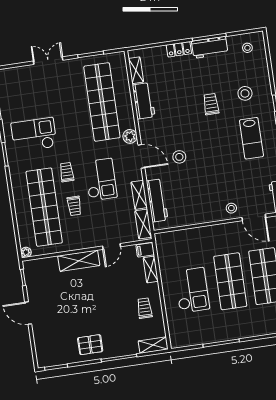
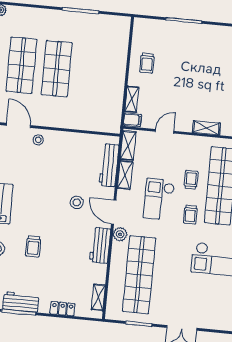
locker: (179, 49) -> (62, 309), moved
workbench: (144, 101) -> (100, 245), moved
shelving: (79, 261) -> (206, 128), width x0.67, depth x0.75
checkout: (192, 290) -> (96, 69), removed
pallet: (90, 345) -> (209, 40), removed
shelving: (153, 345) -> (147, 25), removed

